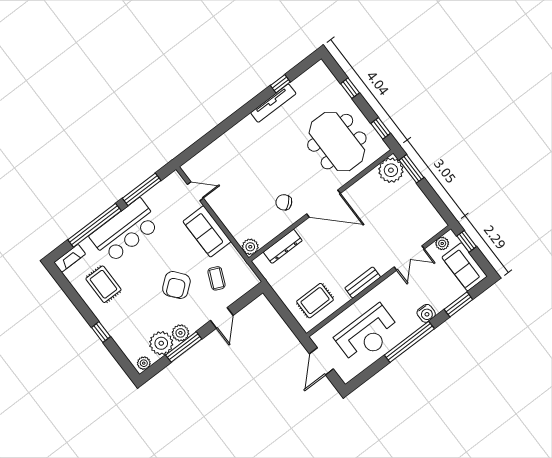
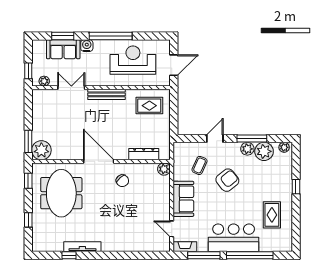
fireplace: (70, 258) -> (185, 247), moved
sofa: (465, 267) -> (63, 49), moved, turned 90
bench: (363, 283) -> (106, 94), width x1.36

